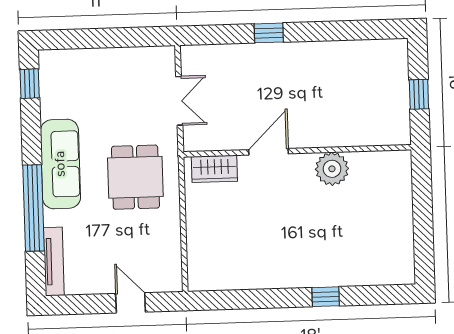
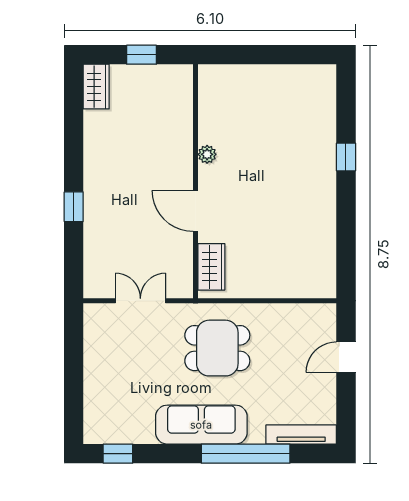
wardrobe: (387, 51) -> (96, 87), added
plant: (332, 169) -> (207, 154), width x0.53, depth x0.53

